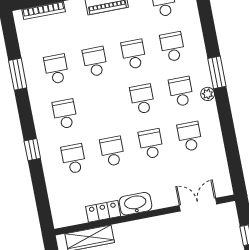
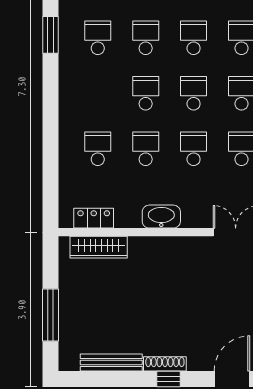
school desk: (65, 114) -> (146, 93), moved
window: (32, 150) -> (51, 128), removed
locker: (103, 211) -> (94, 218), moved

